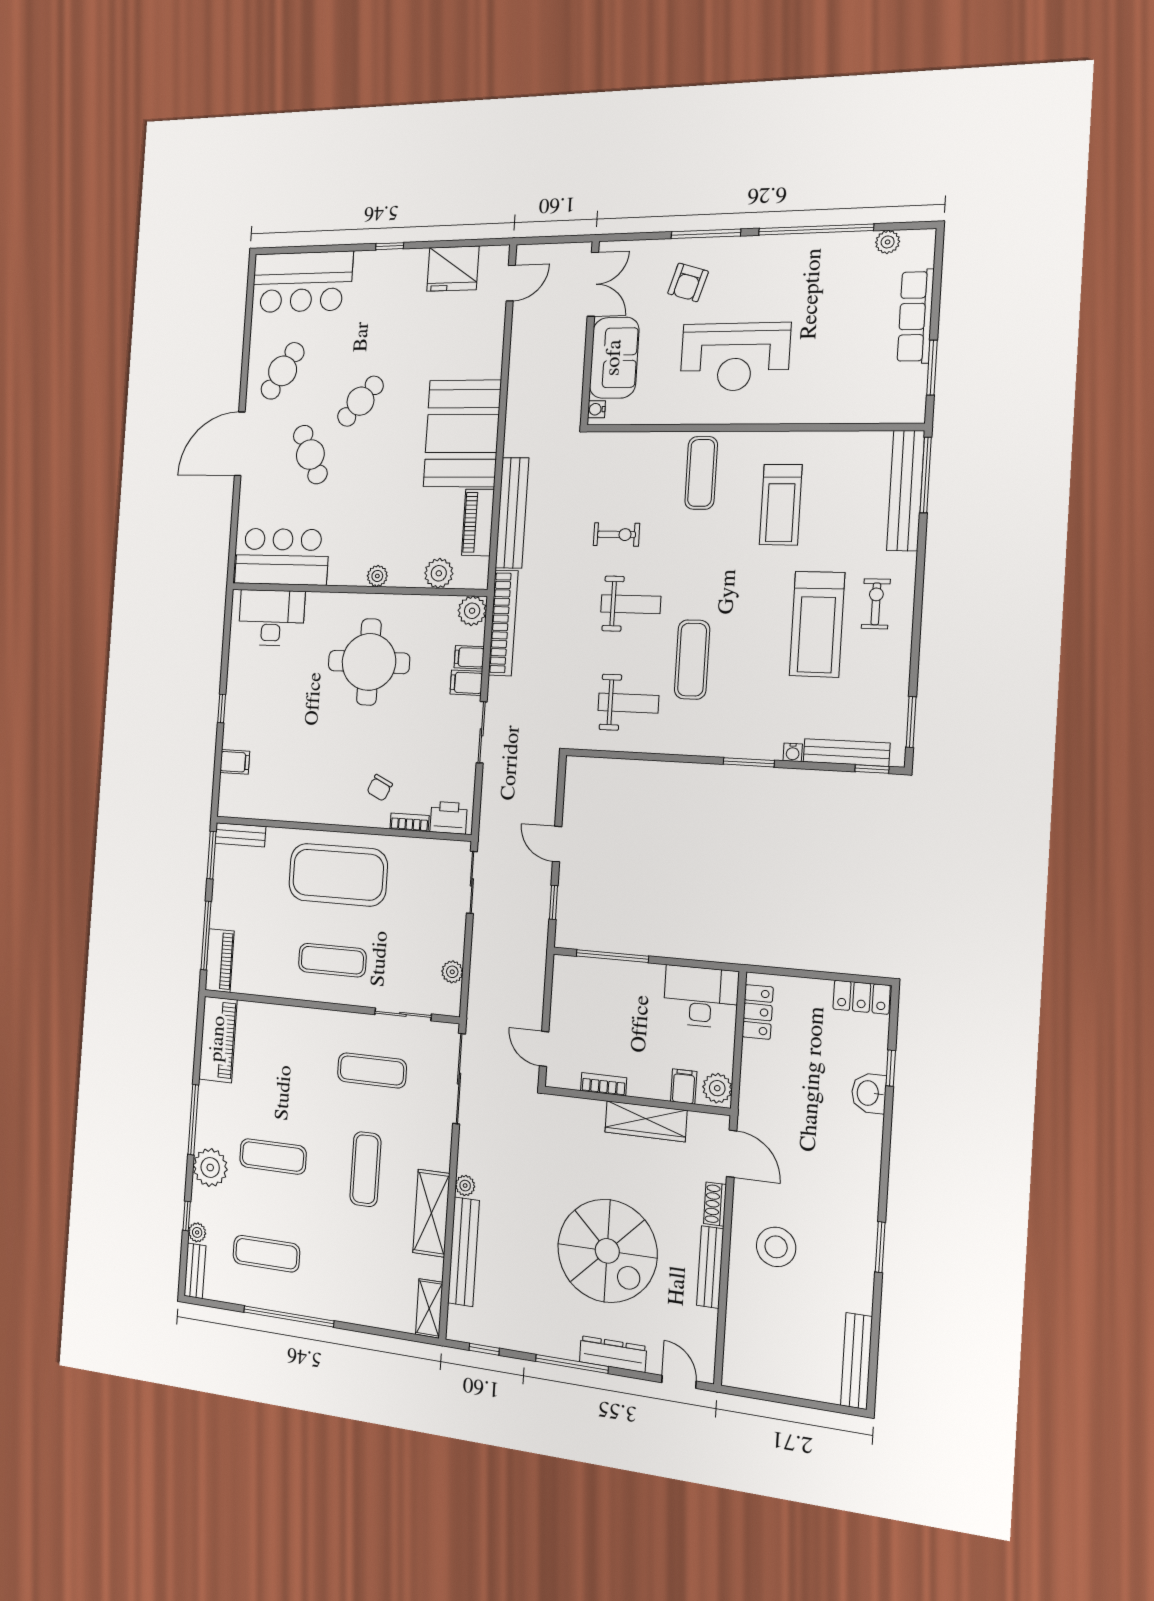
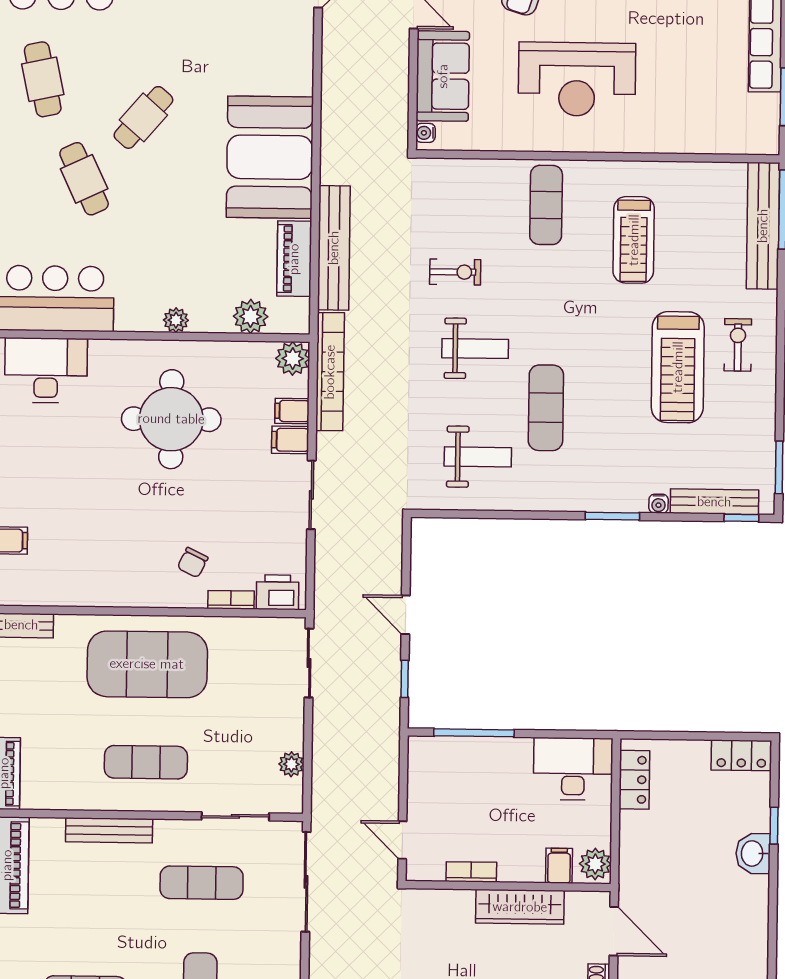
cafe table: (283, 371) -> (43, 79), turned -44
bench: (300, 1017) -> (109, 830), added

